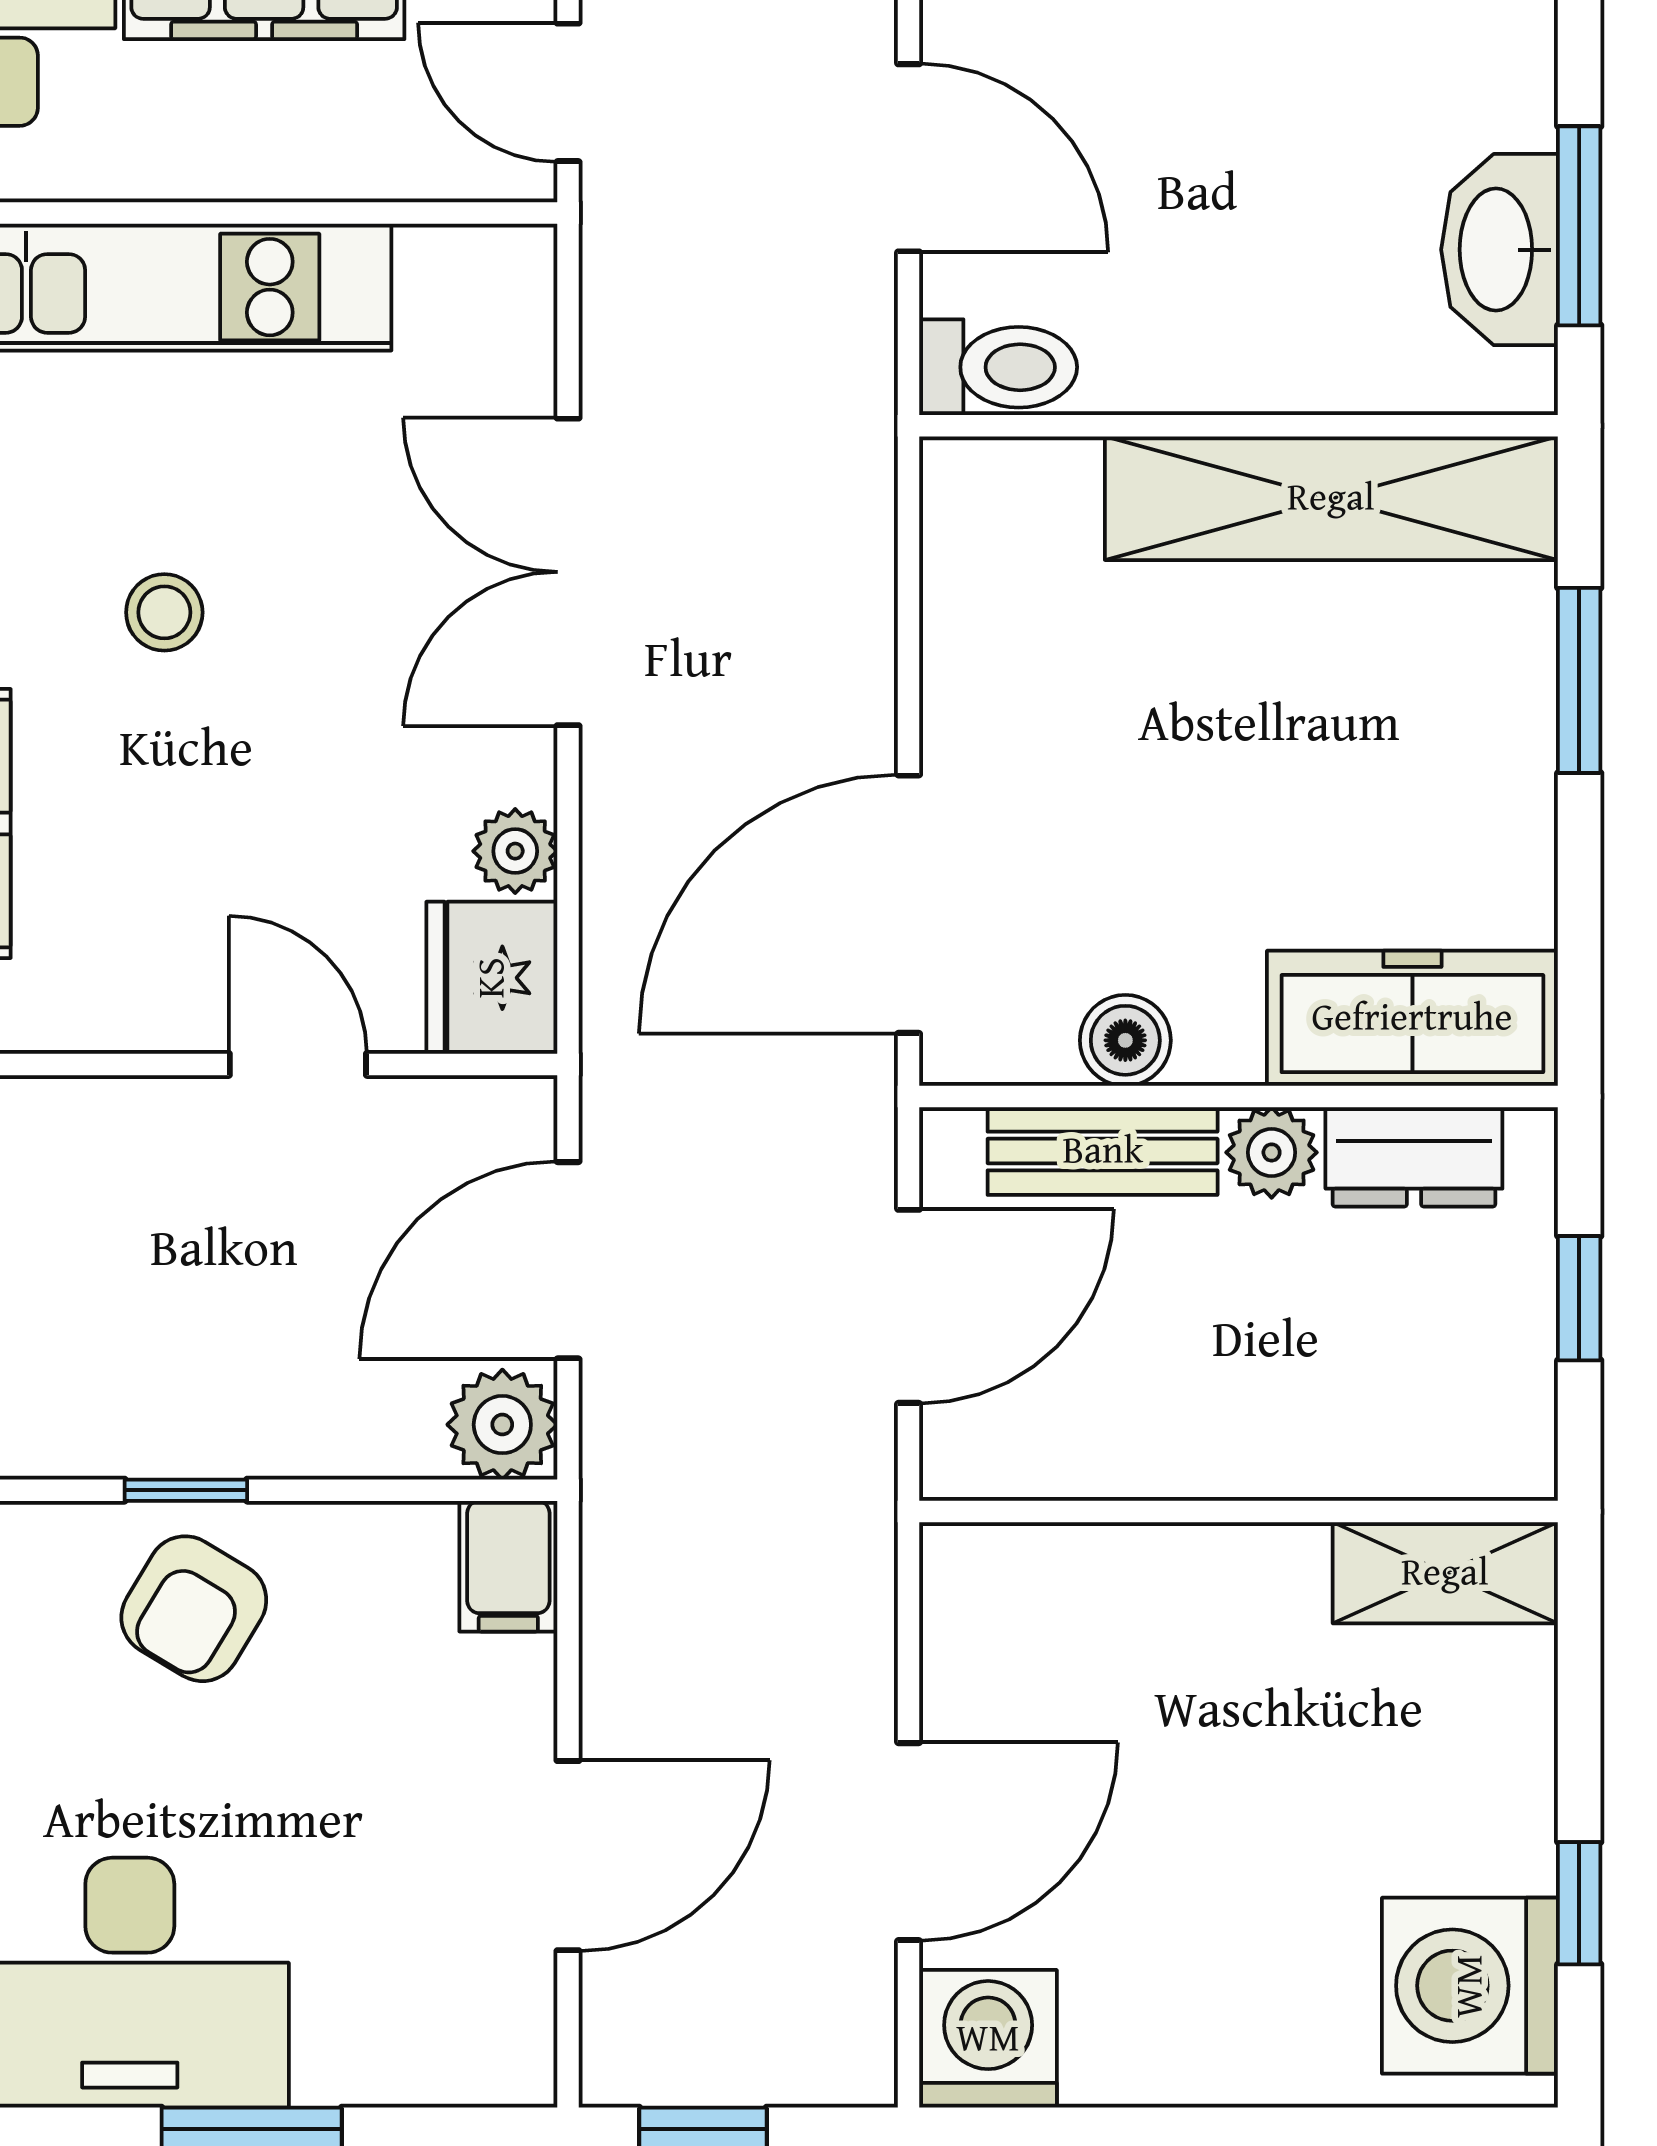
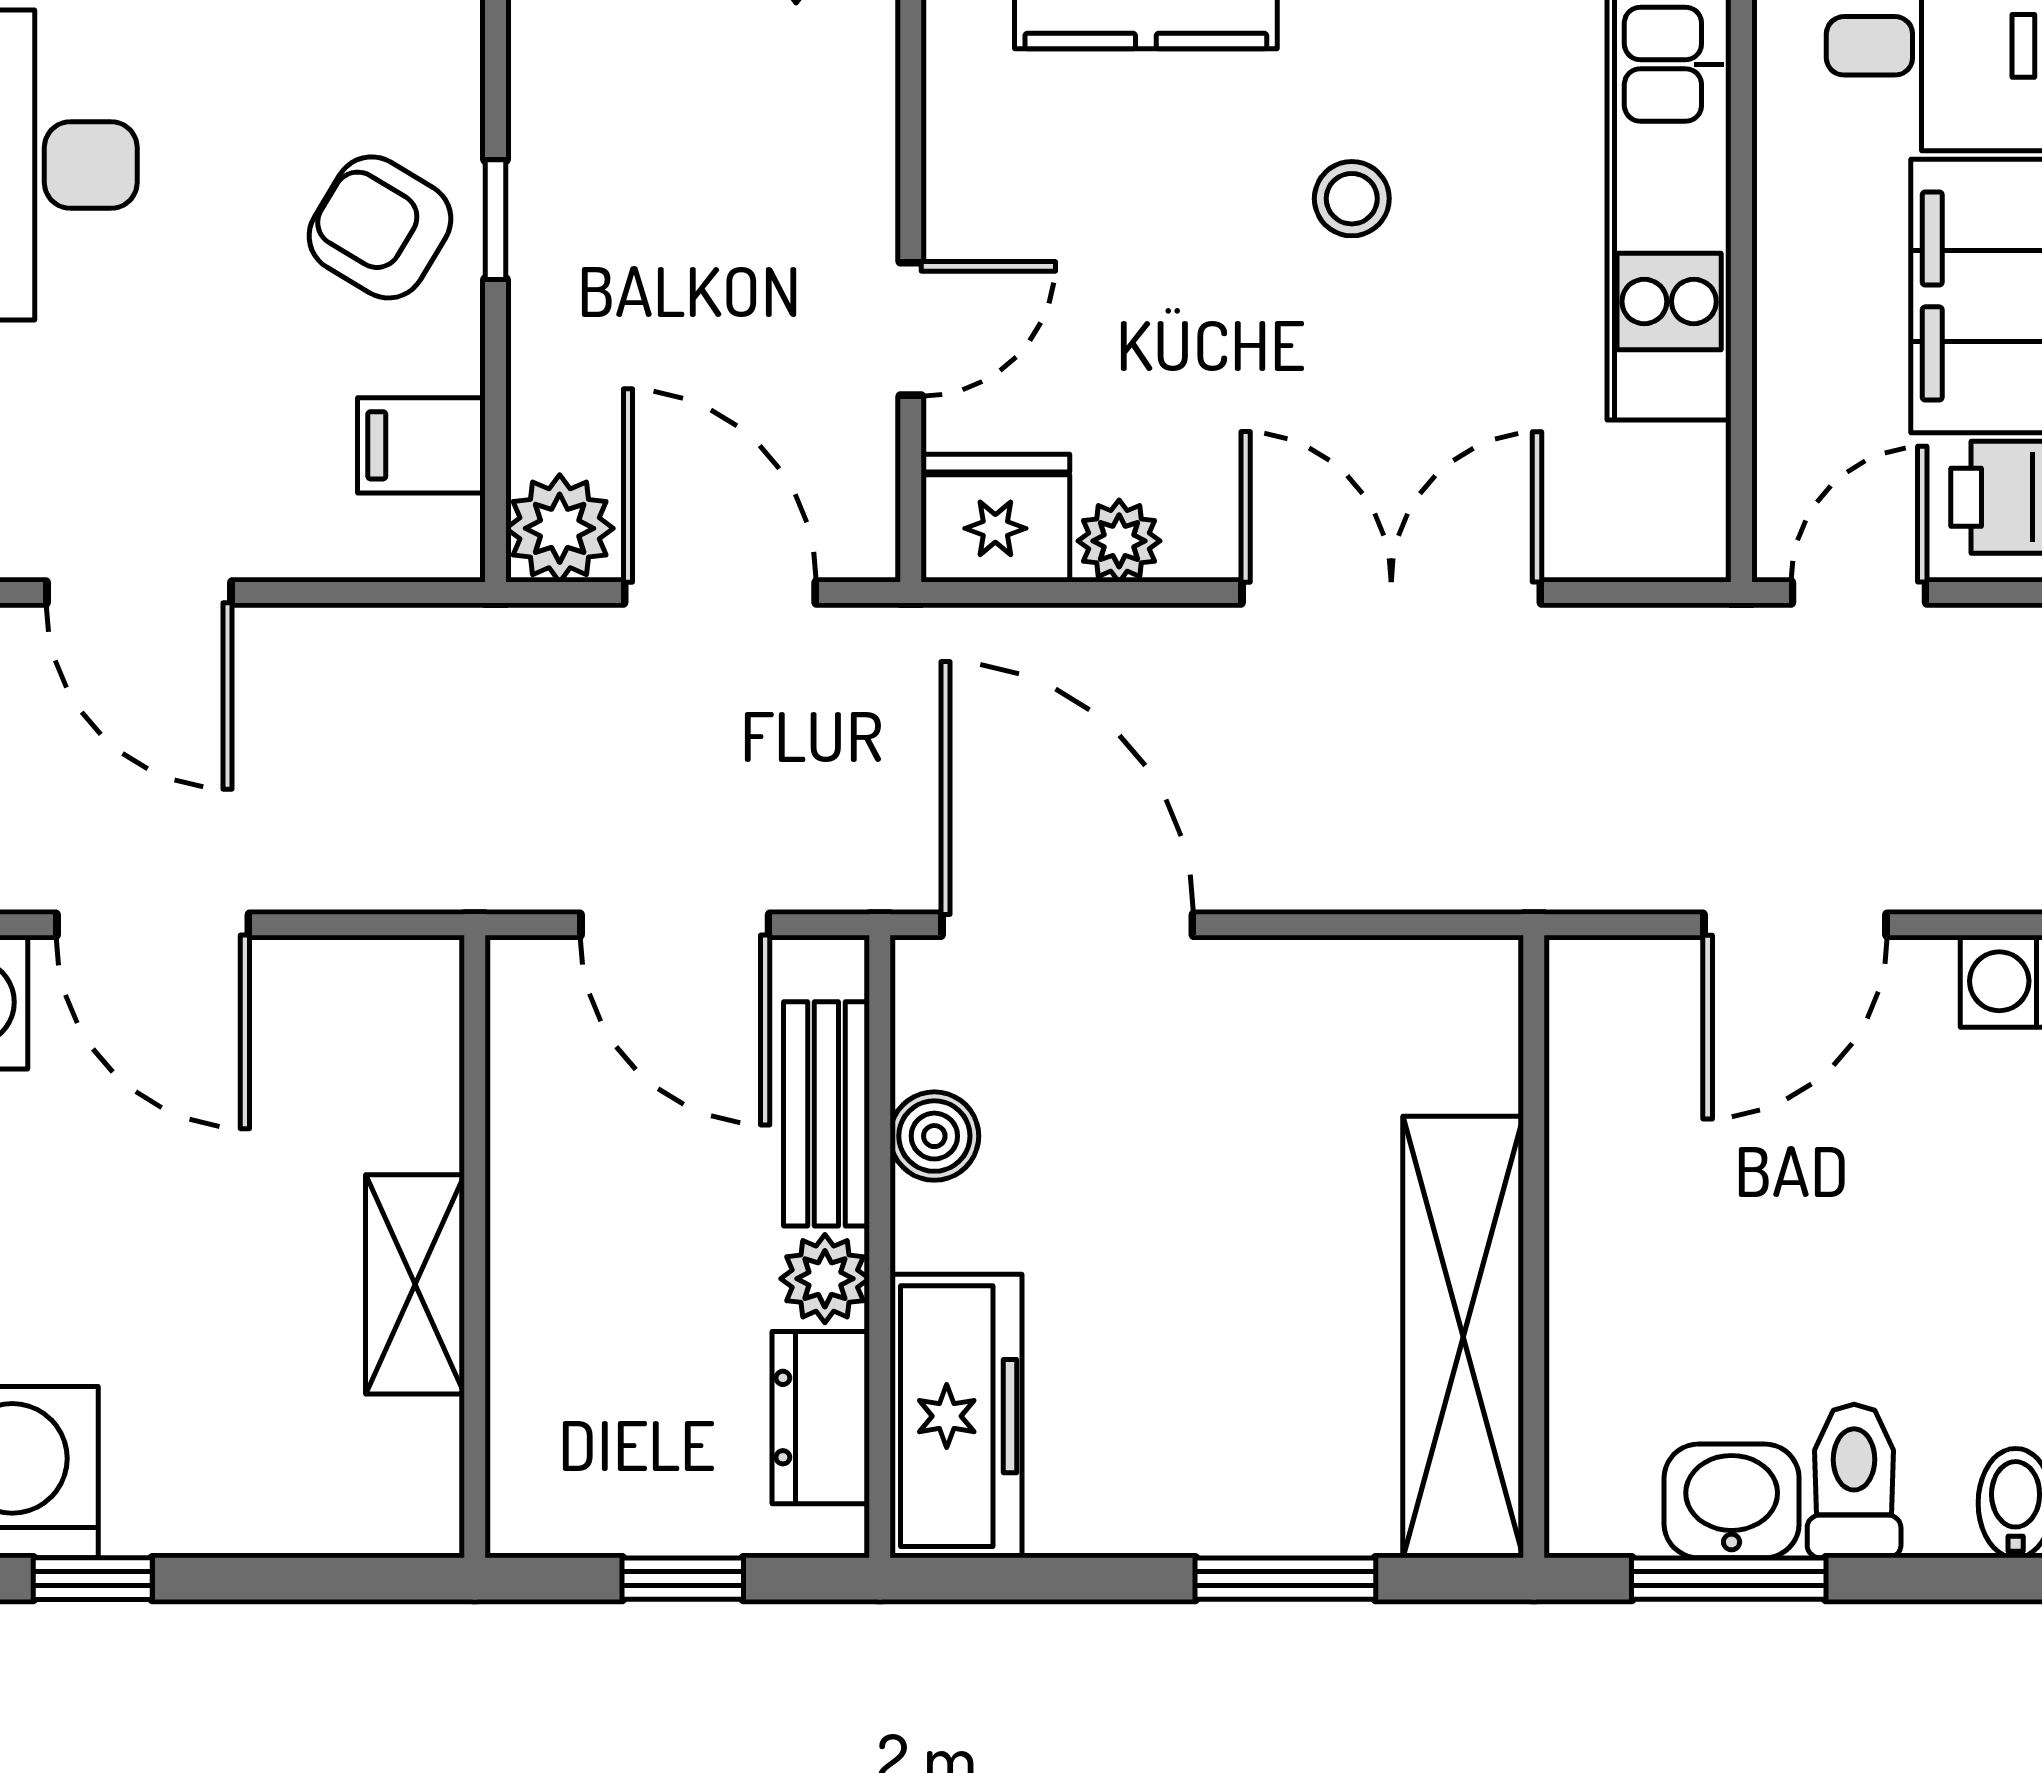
washbasin: (1499, 250) -> (1732, 1501), width x0.72
toilet: (998, 367) -> (1854, 1481), moved, turned 180
filing cabinet: (508, 1566) -> (421, 445), moved
shelving: (1445, 1573) -> (415, 1284), moved

